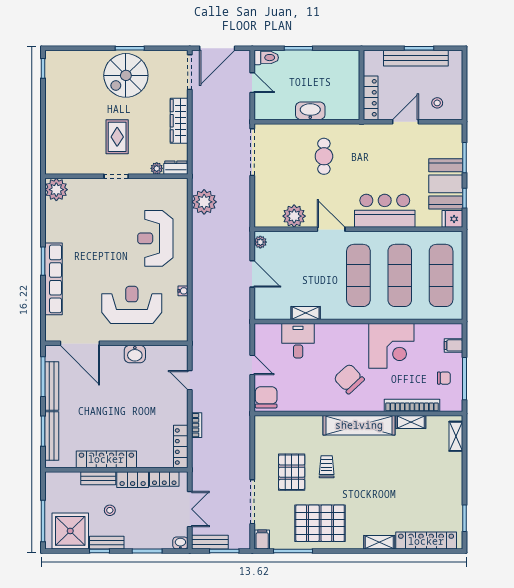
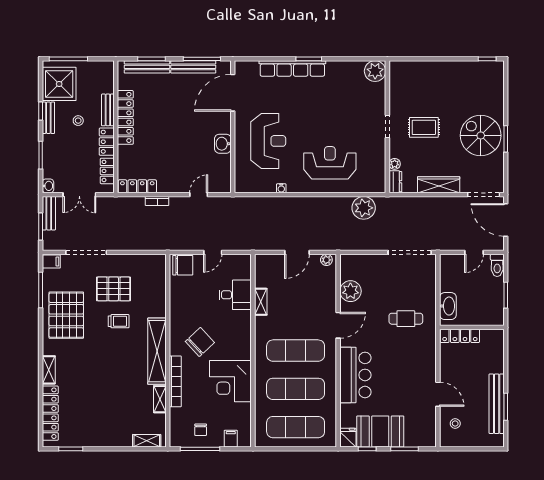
wall: (362, 85) -> (472, 327), moved
locker: (371, 98) -> (460, 336), moved
bookcase: (412, 405) -> (175, 381), moved

